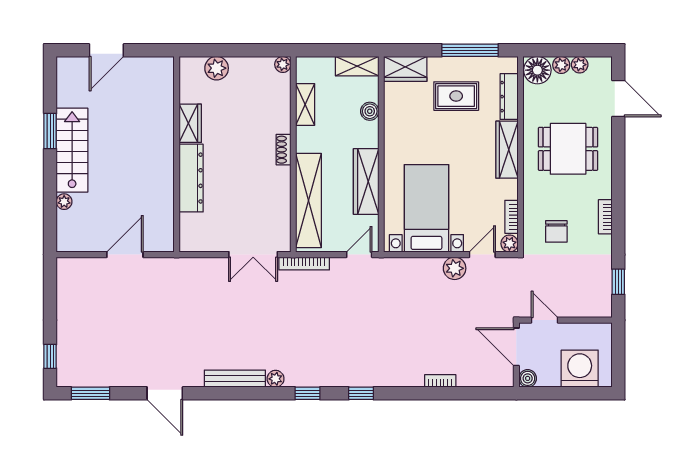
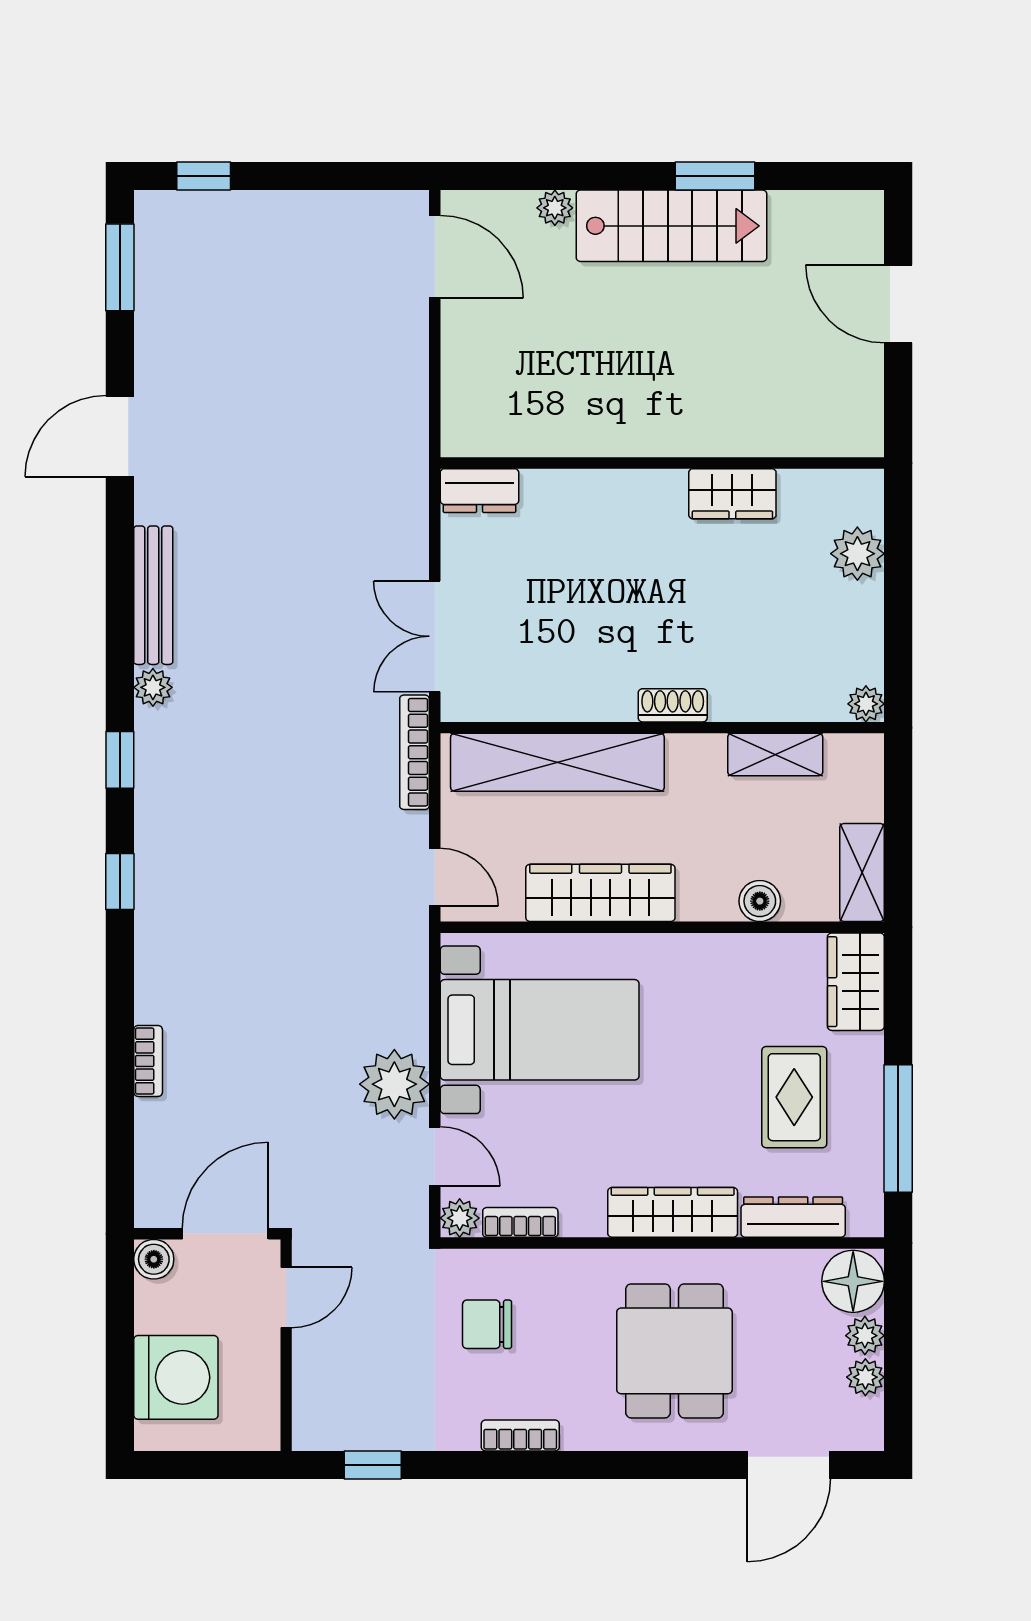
dresser: (191, 178) -> (479, 491), moved, width x0.51, depth x0.80
door: (125, 255) -> (435, 257), moved
plant: (455, 268) -> (394, 1084), width x1.36, depth x1.36

